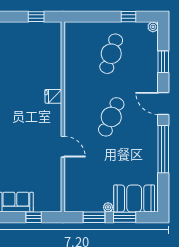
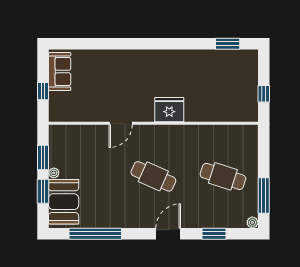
window: (129, 17) -> (264, 195), width x2.17
fridge: (53, 96) -> (169, 110), width x1.88, depth x1.34
window: (163, 149) -> (95, 234), moved

